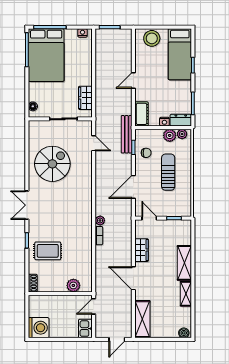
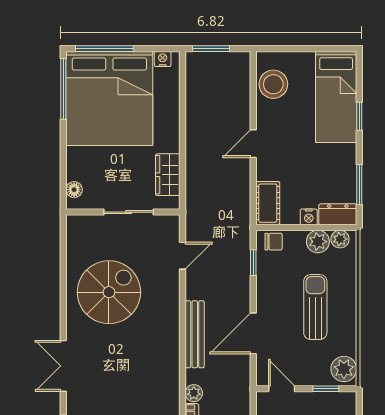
stool: (152, 38) -> (273, 84), moved
bed: (46, 55) -> (109, 98), width x1.36
bench: (127, 134) -> (195, 334), moved
door: (94, 143) -> (183, 256), hinge flipped
chair: (146, 153) -> (274, 242), moved
plant: (184, 207) -> (344, 369), added

